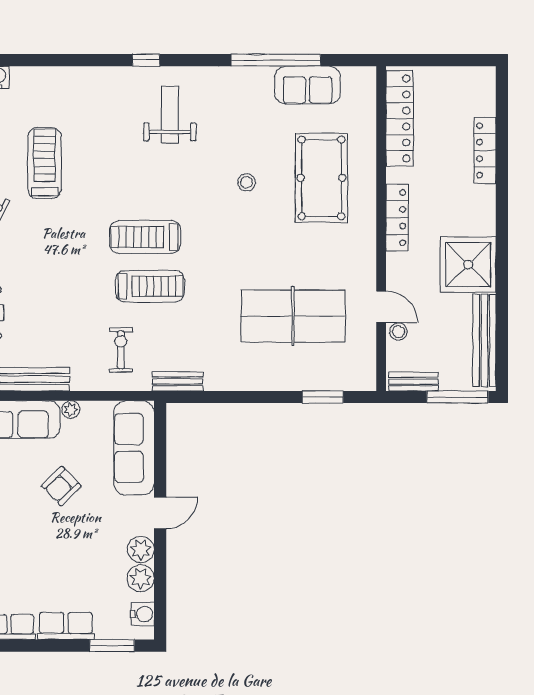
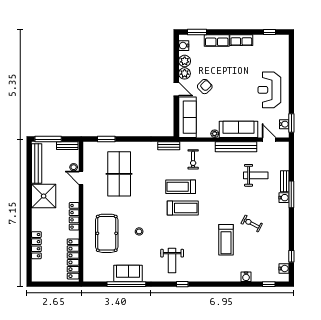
sofa: (307, 85) -> (128, 273), moved
table tennis table: (293, 316) -> (119, 174), turned 90
armchair: (61, 486) -> (205, 87), moved
door: (160, 513) -> (176, 89), swing flipped

